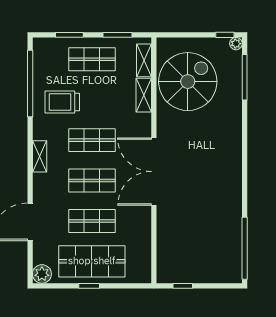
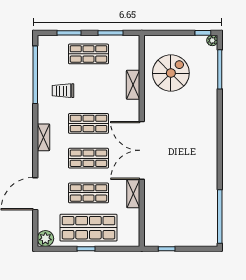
shelving: (144, 60) -> (133, 194), moved
spiral stairs: (188, 82) -> (171, 73), width x0.73, depth x0.73
trolley: (62, 102) -> (63, 91), width x0.73, depth x0.72

